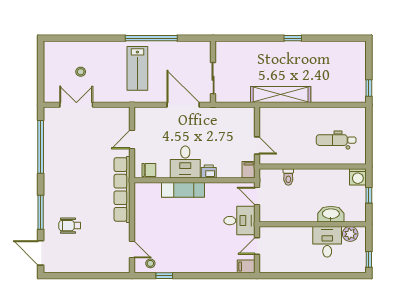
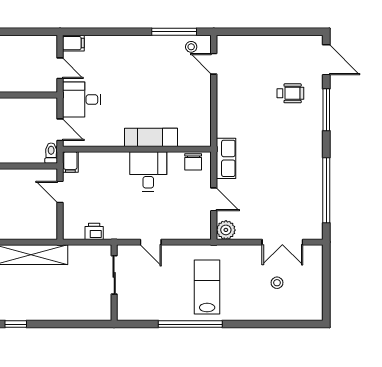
door: (183, 105) -> (151, 242), width x0.53
plant: (122, 115) -> (226, 230), added
door: (132, 140) -> (214, 199), hinge flipped
chair: (149, 170) -> (193, 162), turned -90
printer: (209, 172) -> (94, 231), moved, turned 180
toilet: (288, 177) -> (51, 153), moved
row of seats: (122, 189) -> (226, 158), width x0.50
door: (257, 246) -> (60, 68), hinge flipped
window: (164, 276) -> (174, 32), width x2.17

